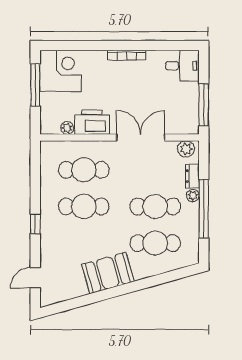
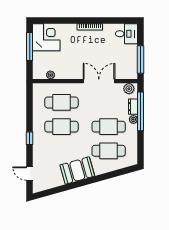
printer: (92, 122) -> (67, 71), removed
window: (204, 209) -> (141, 111), moved
door: (35, 278) -> (30, 174), hinge flipped

